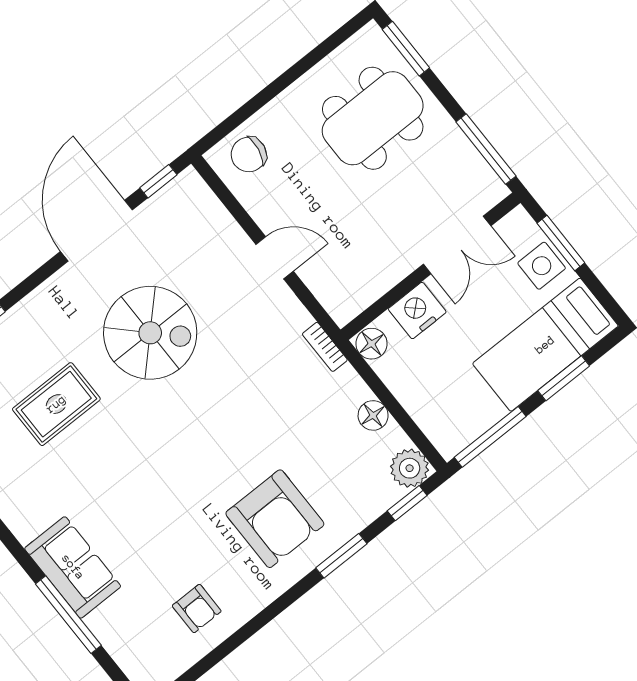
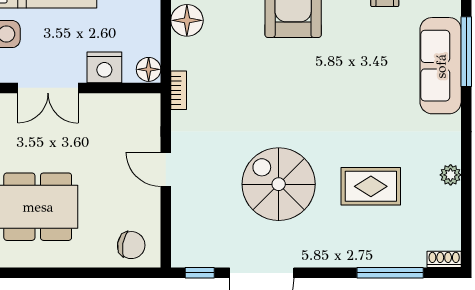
double door: (457, 245) -> (48, 88), swing flipped
floor lamp: (373, 415) -> (187, 20), width x1.38, depth x1.38
sofa: (73, 567) -> (441, 66), width x1.36

